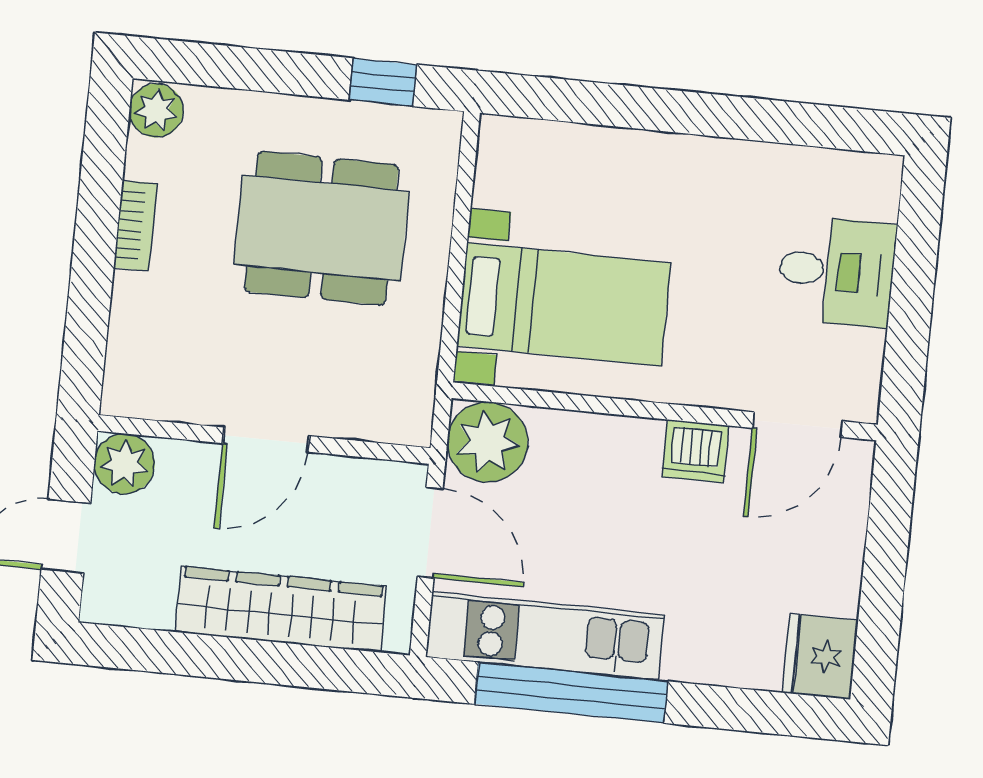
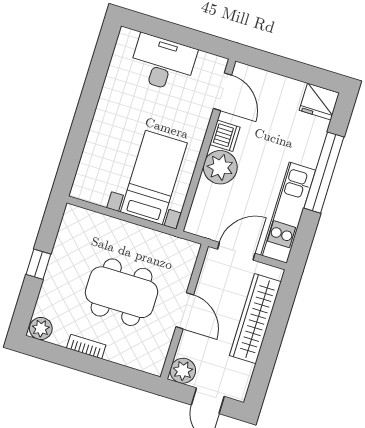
window: (383, 82) -> (38, 264), moved
dining table: (321, 228) -> (122, 292), moved, turned 90
desk: (836, 271) -> (163, 63), width x1.37
plant: (487, 442) -> (220, 167), moved
window: (571, 693) -> (324, 173), moved

